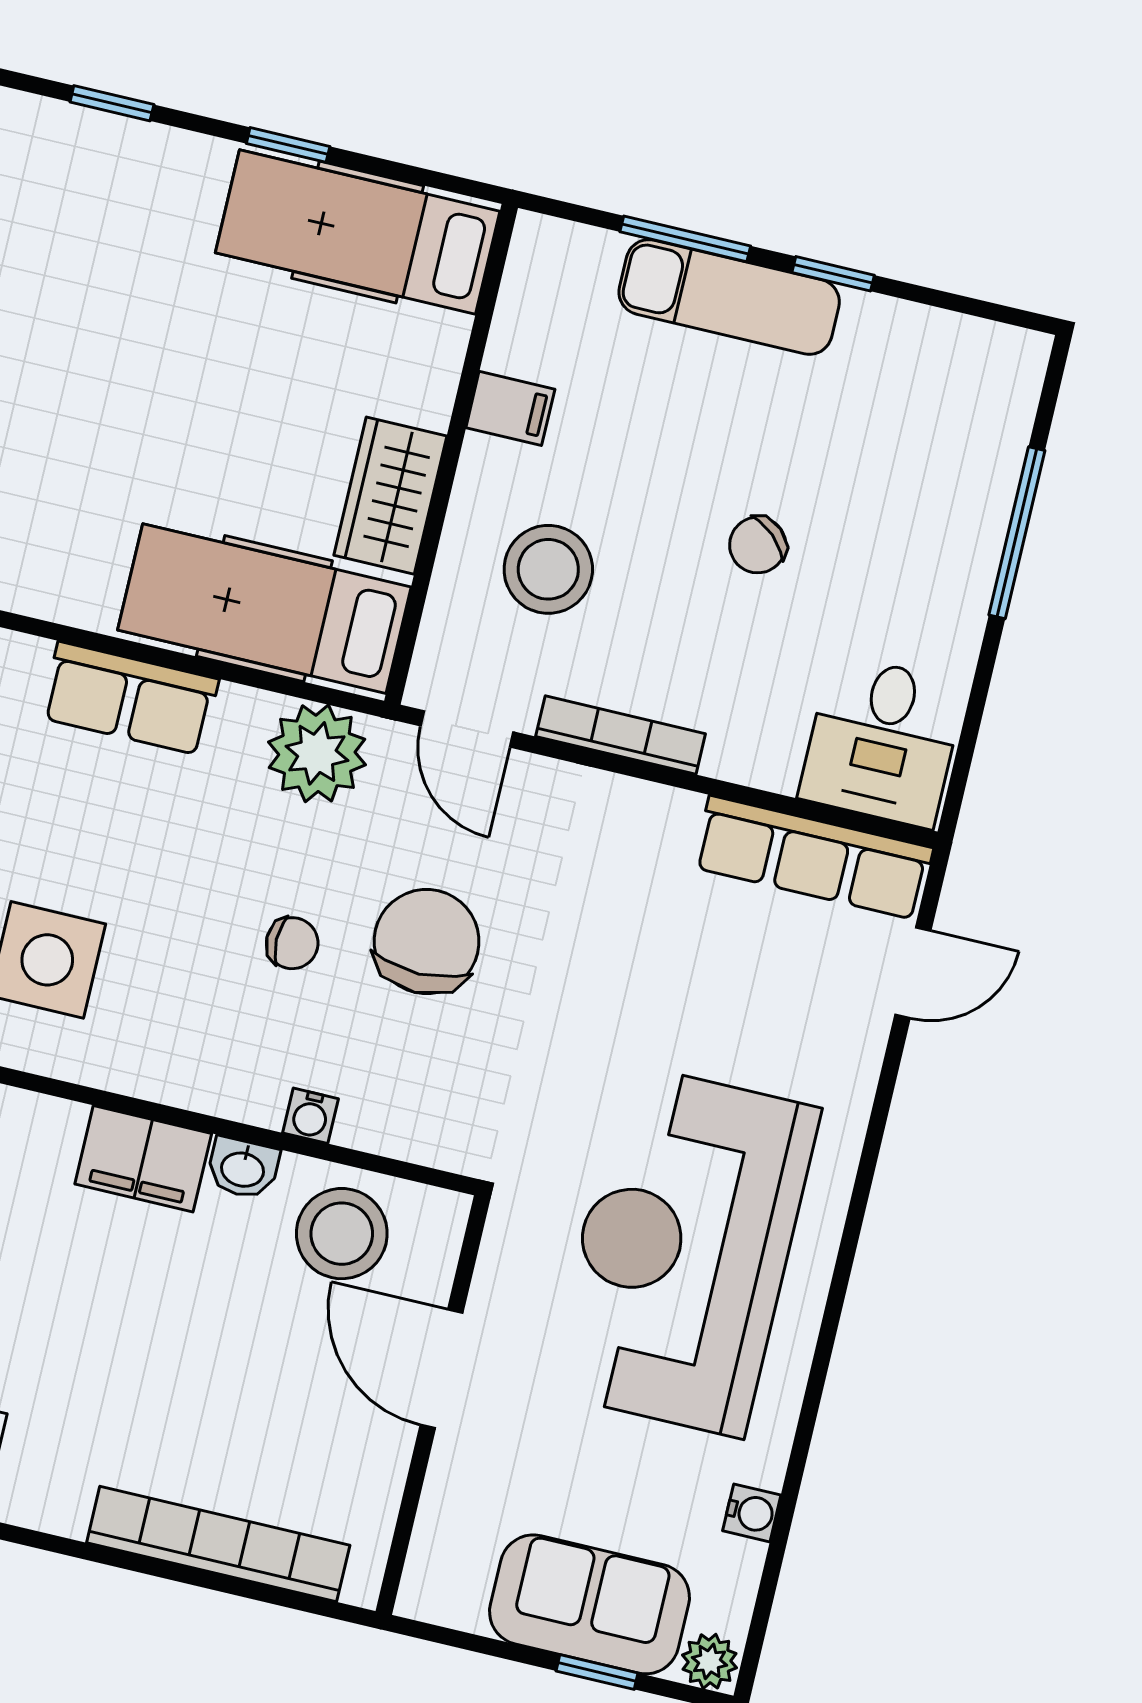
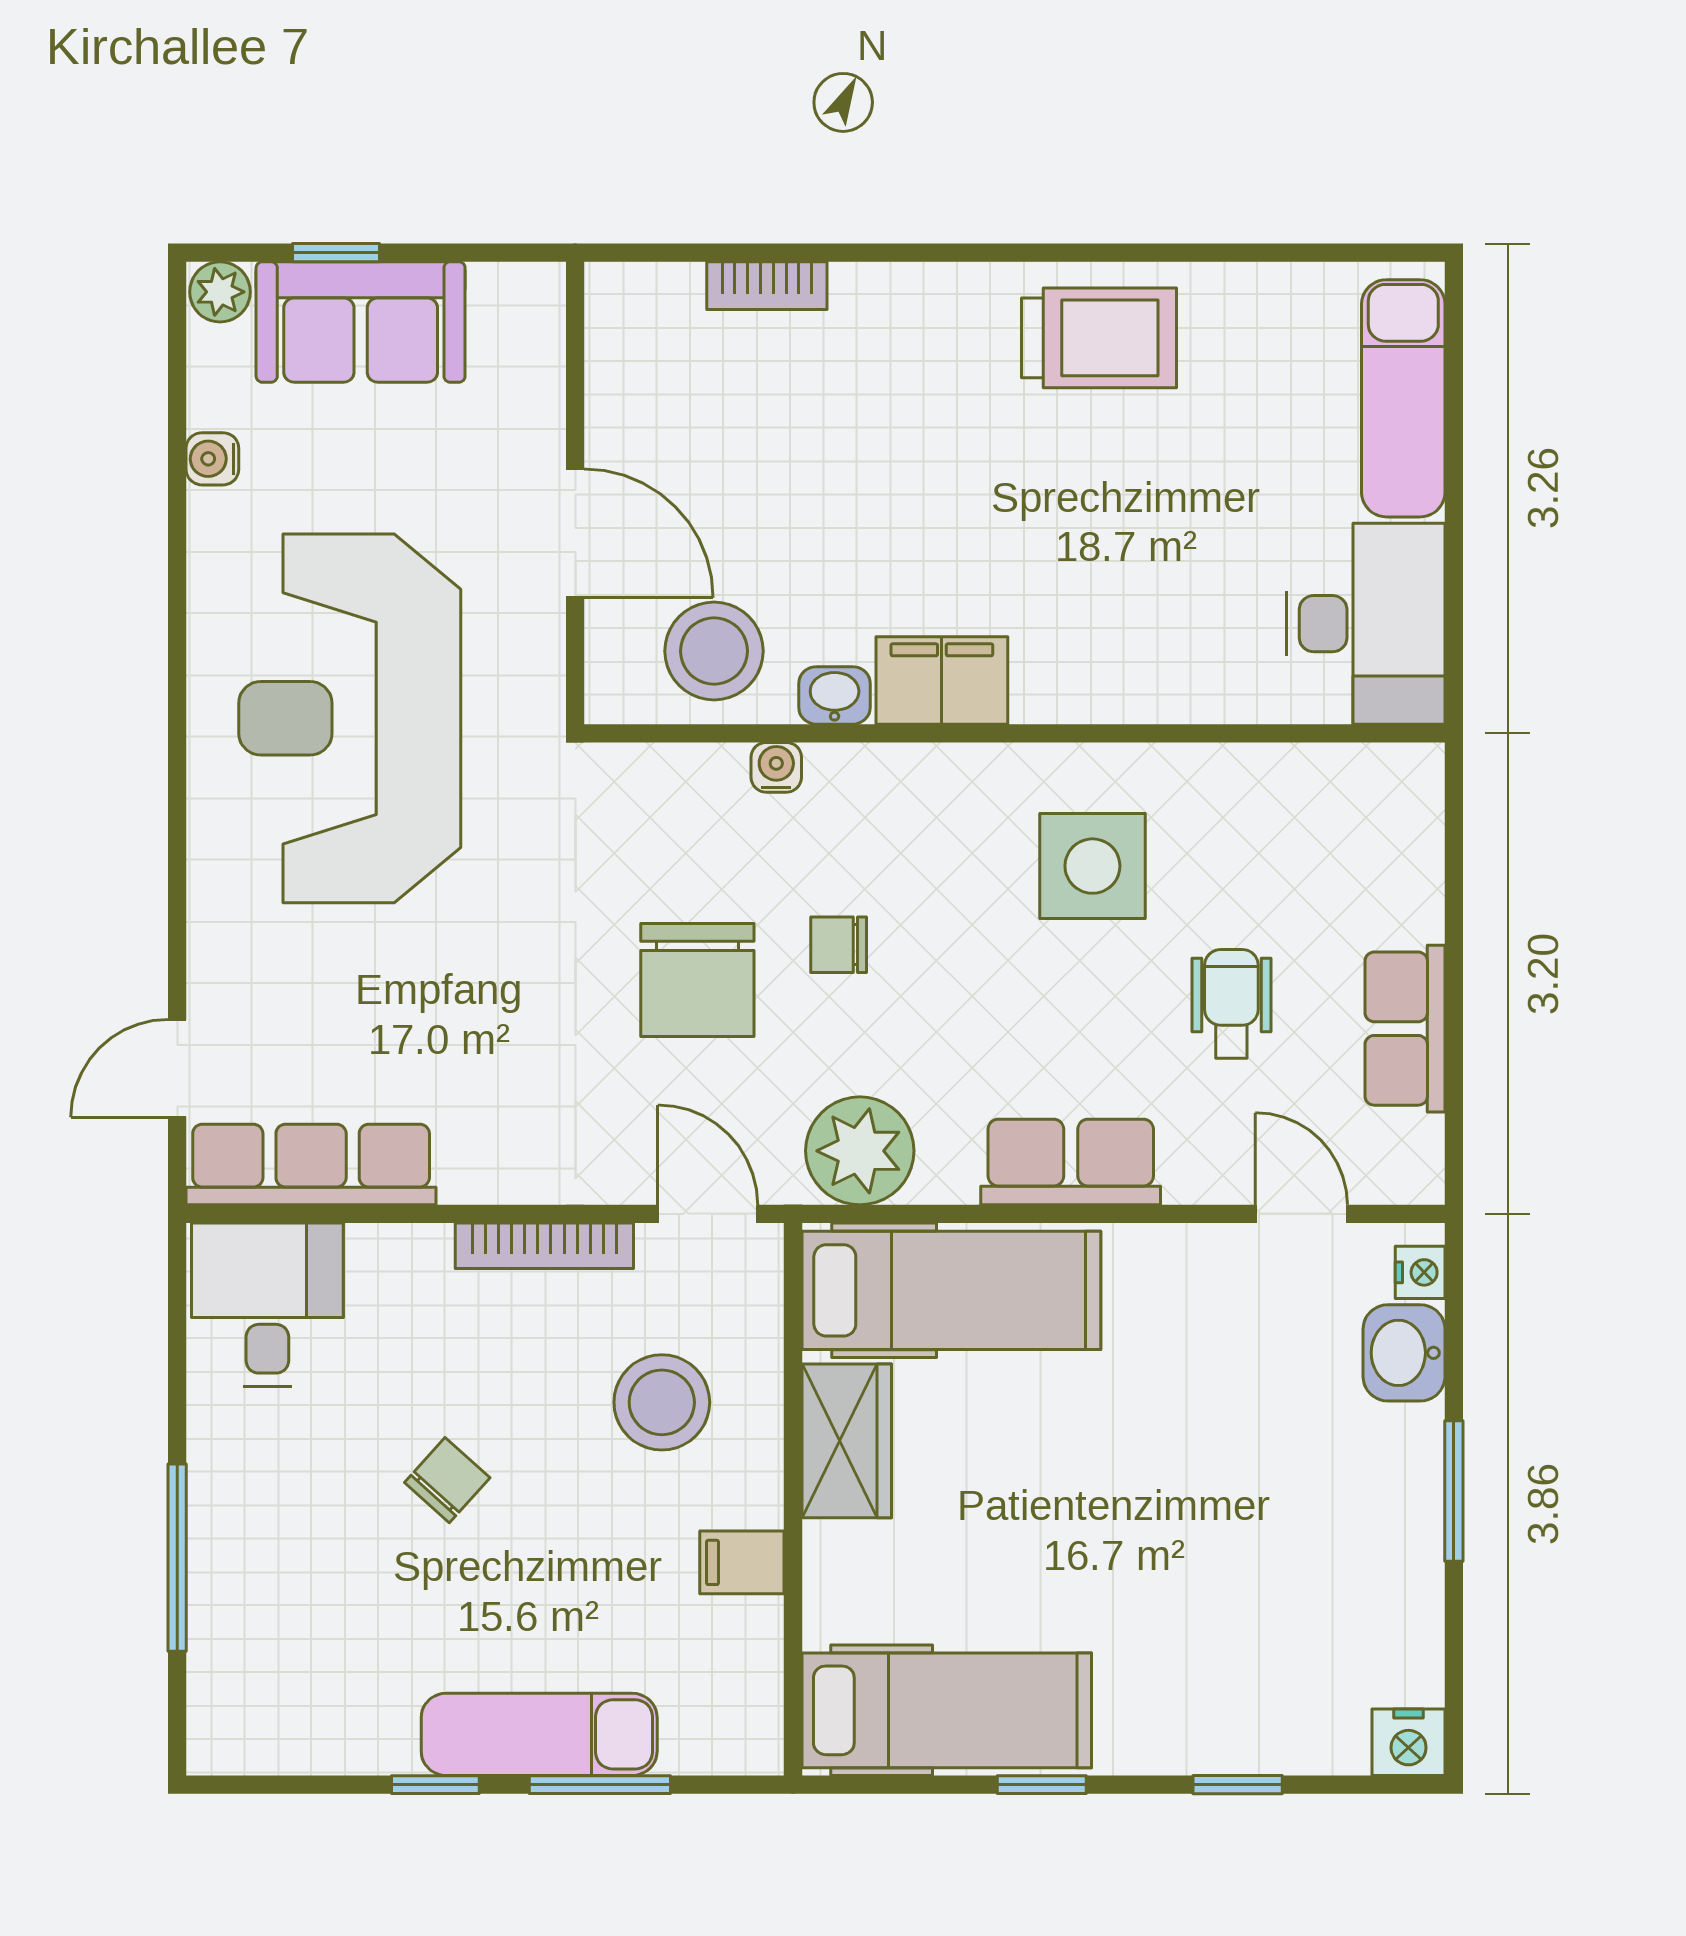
reception desk: (684, 1251) -> (350, 718), turned 180
bookcase: (218, 1544) -> (767, 286), width x0.43, depth x0.76

